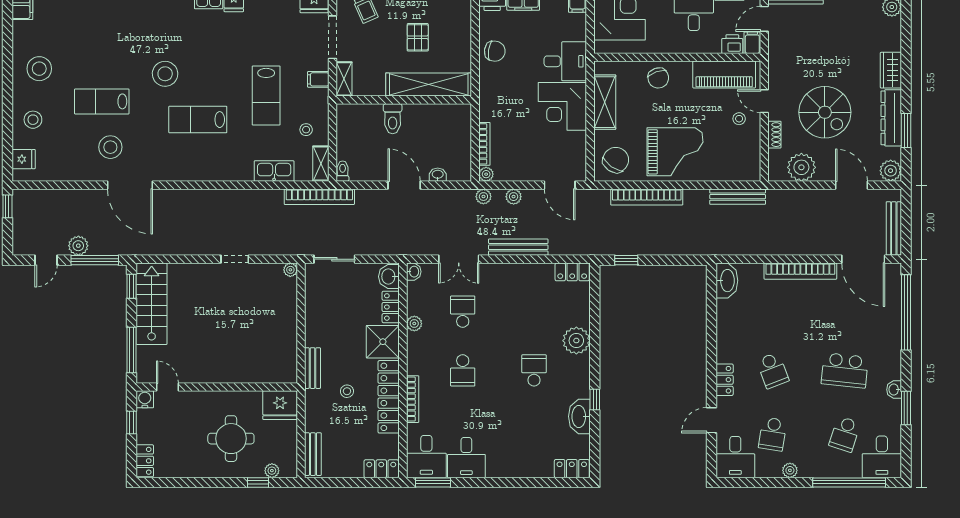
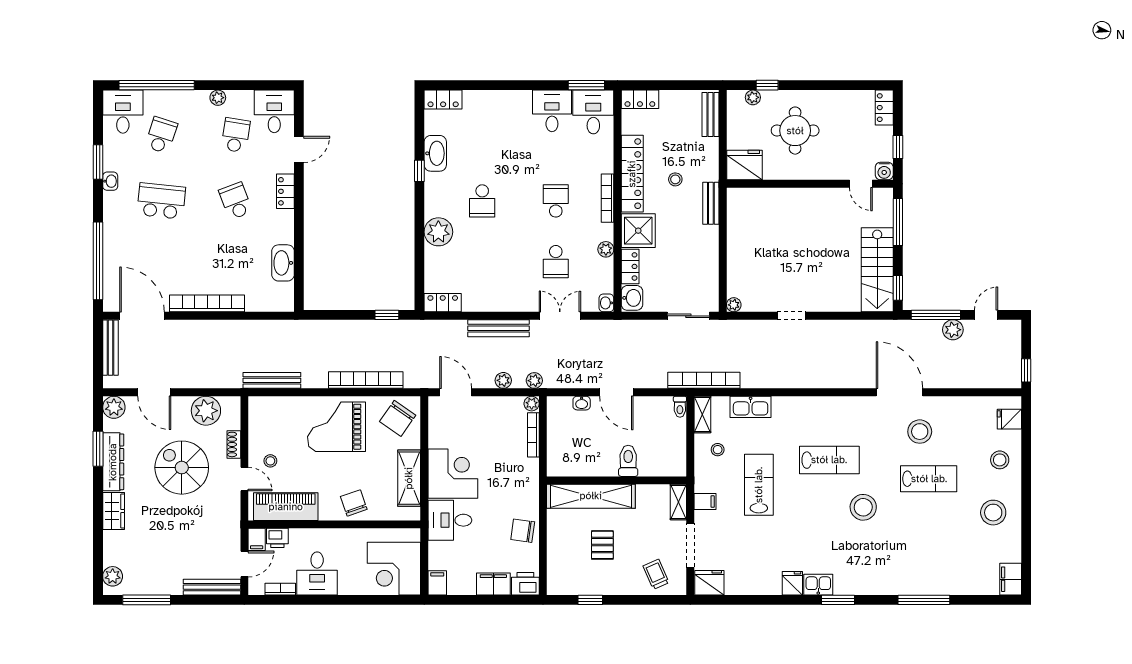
washbasin: (727, 281) -> (283, 263), moved
bookcase: (413, 399) -> (607, 198), moved

